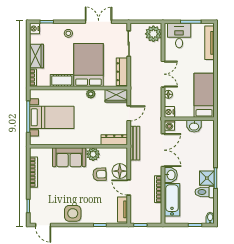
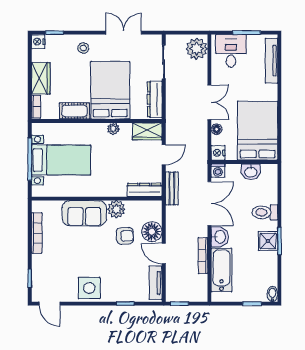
bed: (204, 95) -> (258, 131), width x1.50
bench: (135, 143) -> (172, 188), width x0.73
toilet: (205, 192) -> (265, 212), moved

